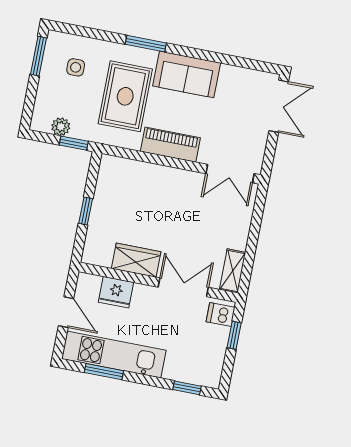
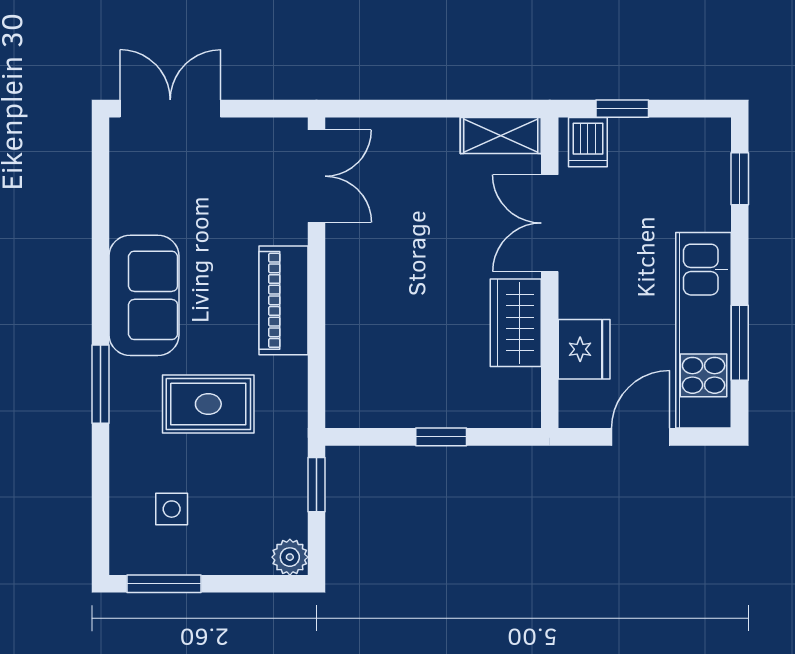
rug: (125, 96) -> (208, 404), width x0.73, depth x0.70
plant: (61, 127) -> (290, 557), moved

